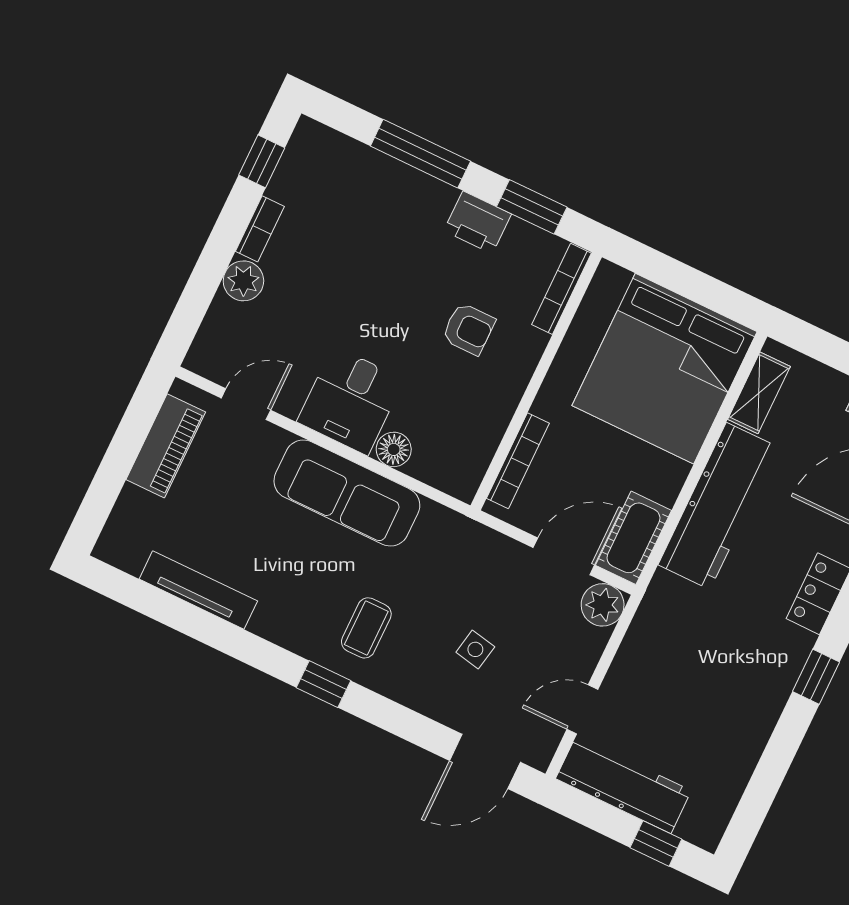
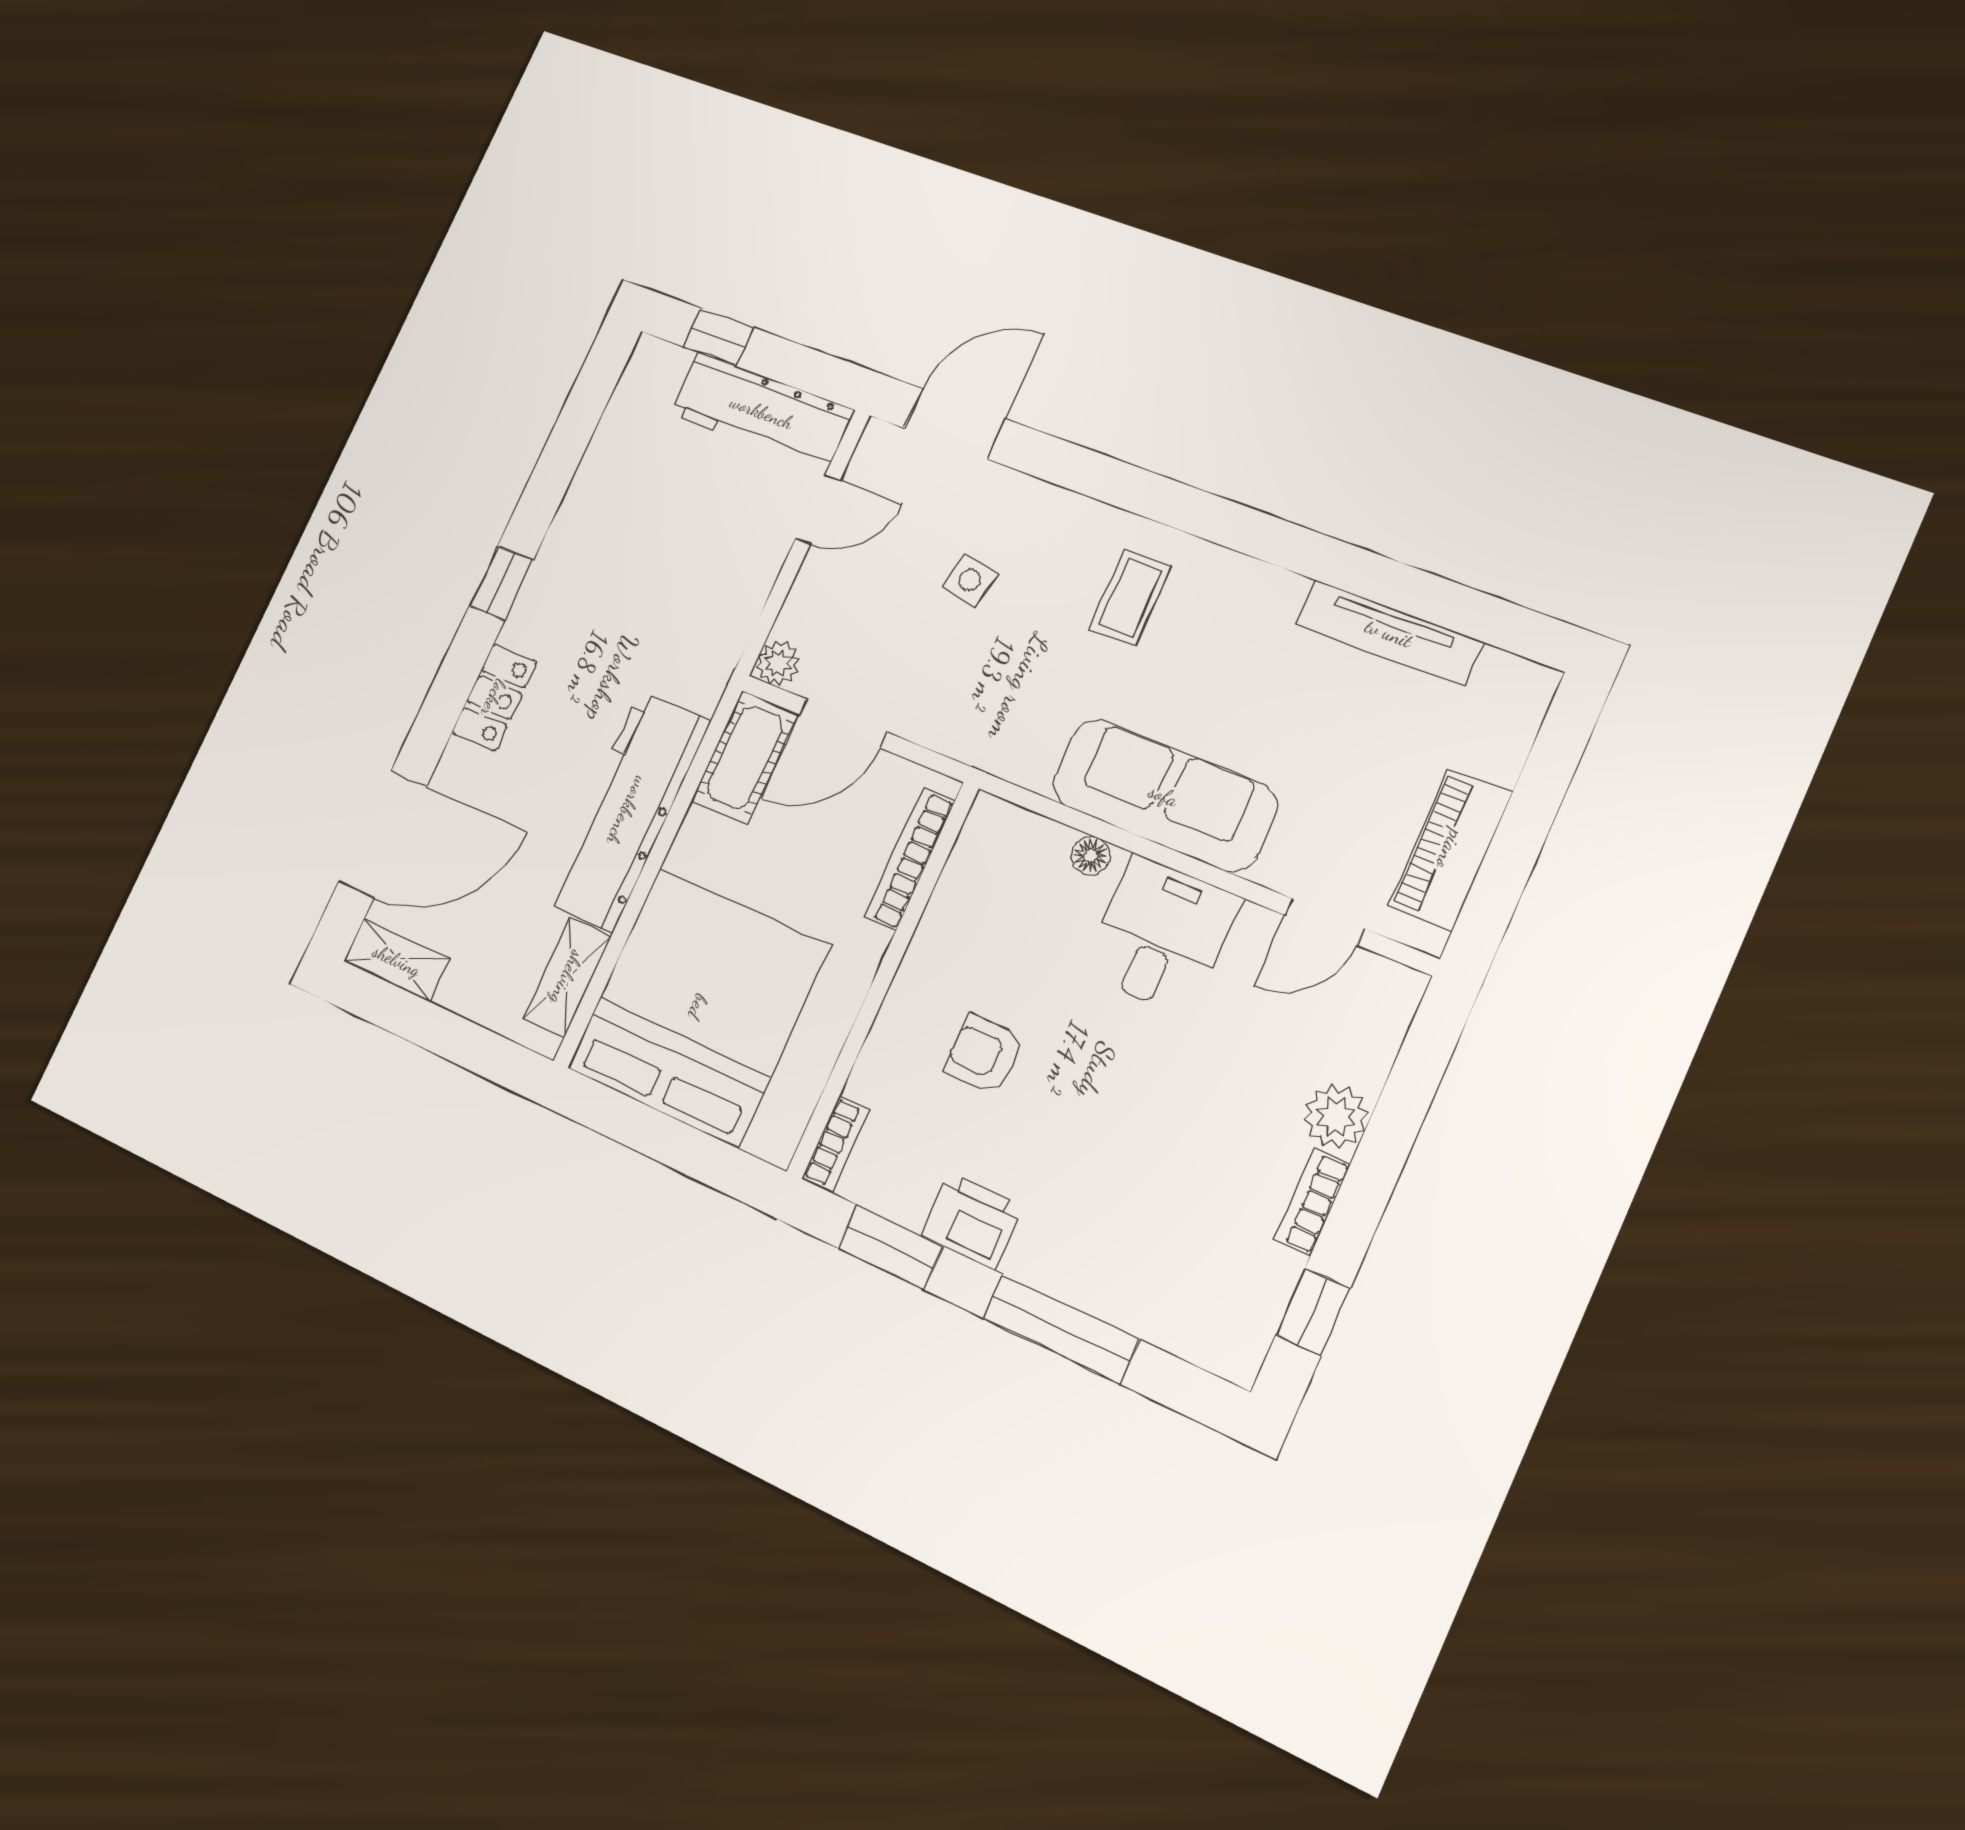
bookcase: (561, 289) -> (836, 1144), width x0.64
floor lamp: (394, 449) -> (1091, 856), width x0.73, depth x0.73
plant: (603, 605) -> (778, 663), width x0.73, depth x0.73
window: (324, 684) -> (1192, 511), removed

